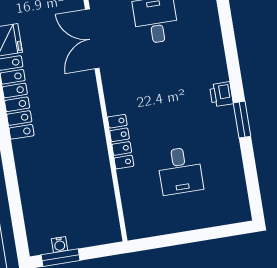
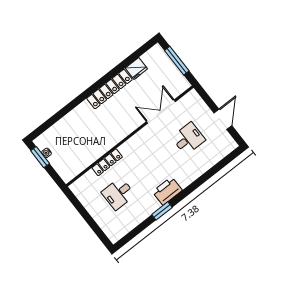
printer: (221, 94) -> (167, 191), width x1.87, depth x1.48
locker: (121, 142) -> (107, 162), moved

